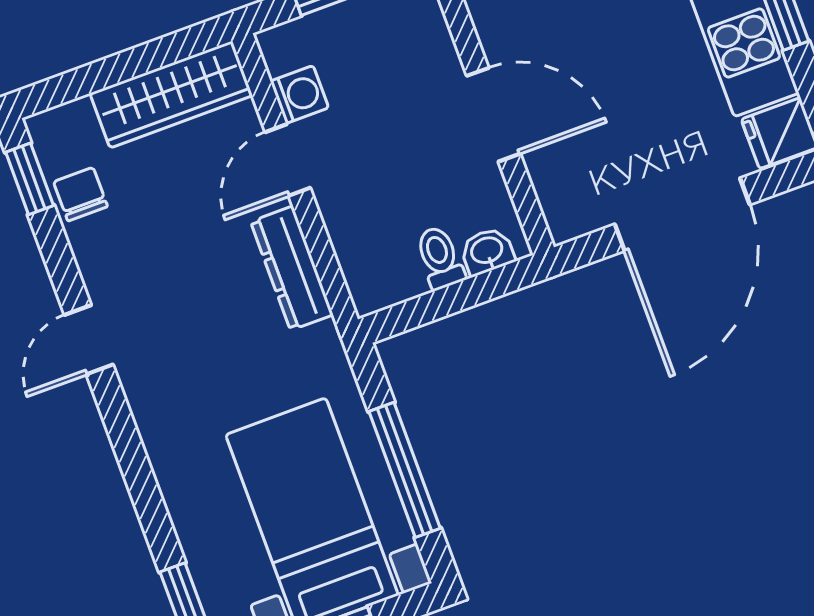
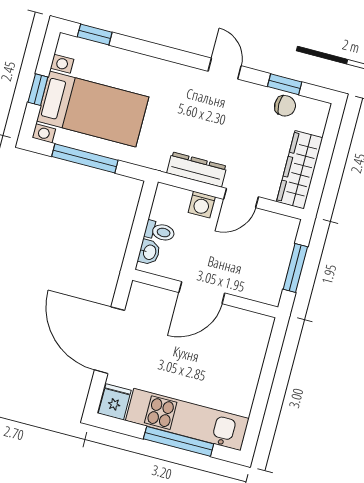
washing machine: (299, 95) -> (202, 205), moved
door: (288, 160) -> (241, 198), swing flipped
window: (30, 179) -> (285, 84), moved

